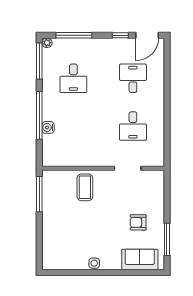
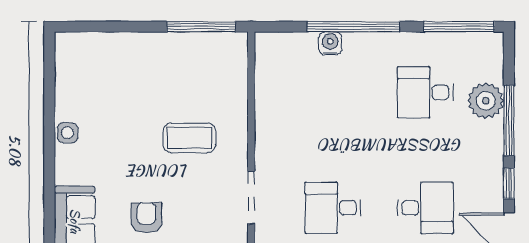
window: (74, 35) -> (509, 120), moved
plant: (47, 43) -> (486, 101), moved, width x1.88, depth x1.88
coffee table: (85, 187) -> (189, 138), moved

